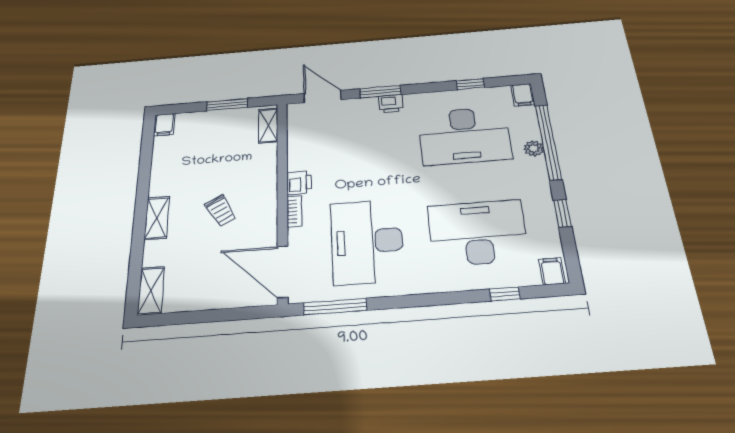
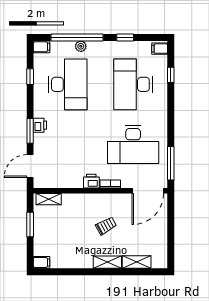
shelving: (151, 291) -> (137, 262), moved

